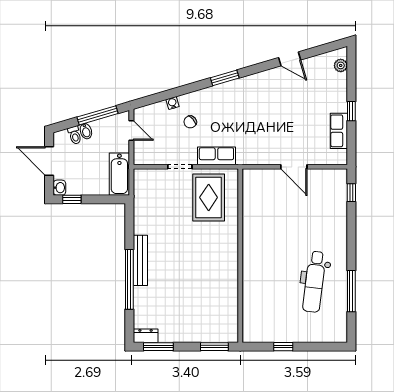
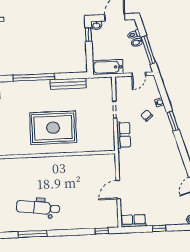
window: (225, 78) -> (173, 121), moved
row of seats: (339, 131) -> (133, 221), moved
rug: (209, 197) -> (53, 128), moved, width x1.37, depth x1.44
bench: (140, 260) -> (68, 84), moved

